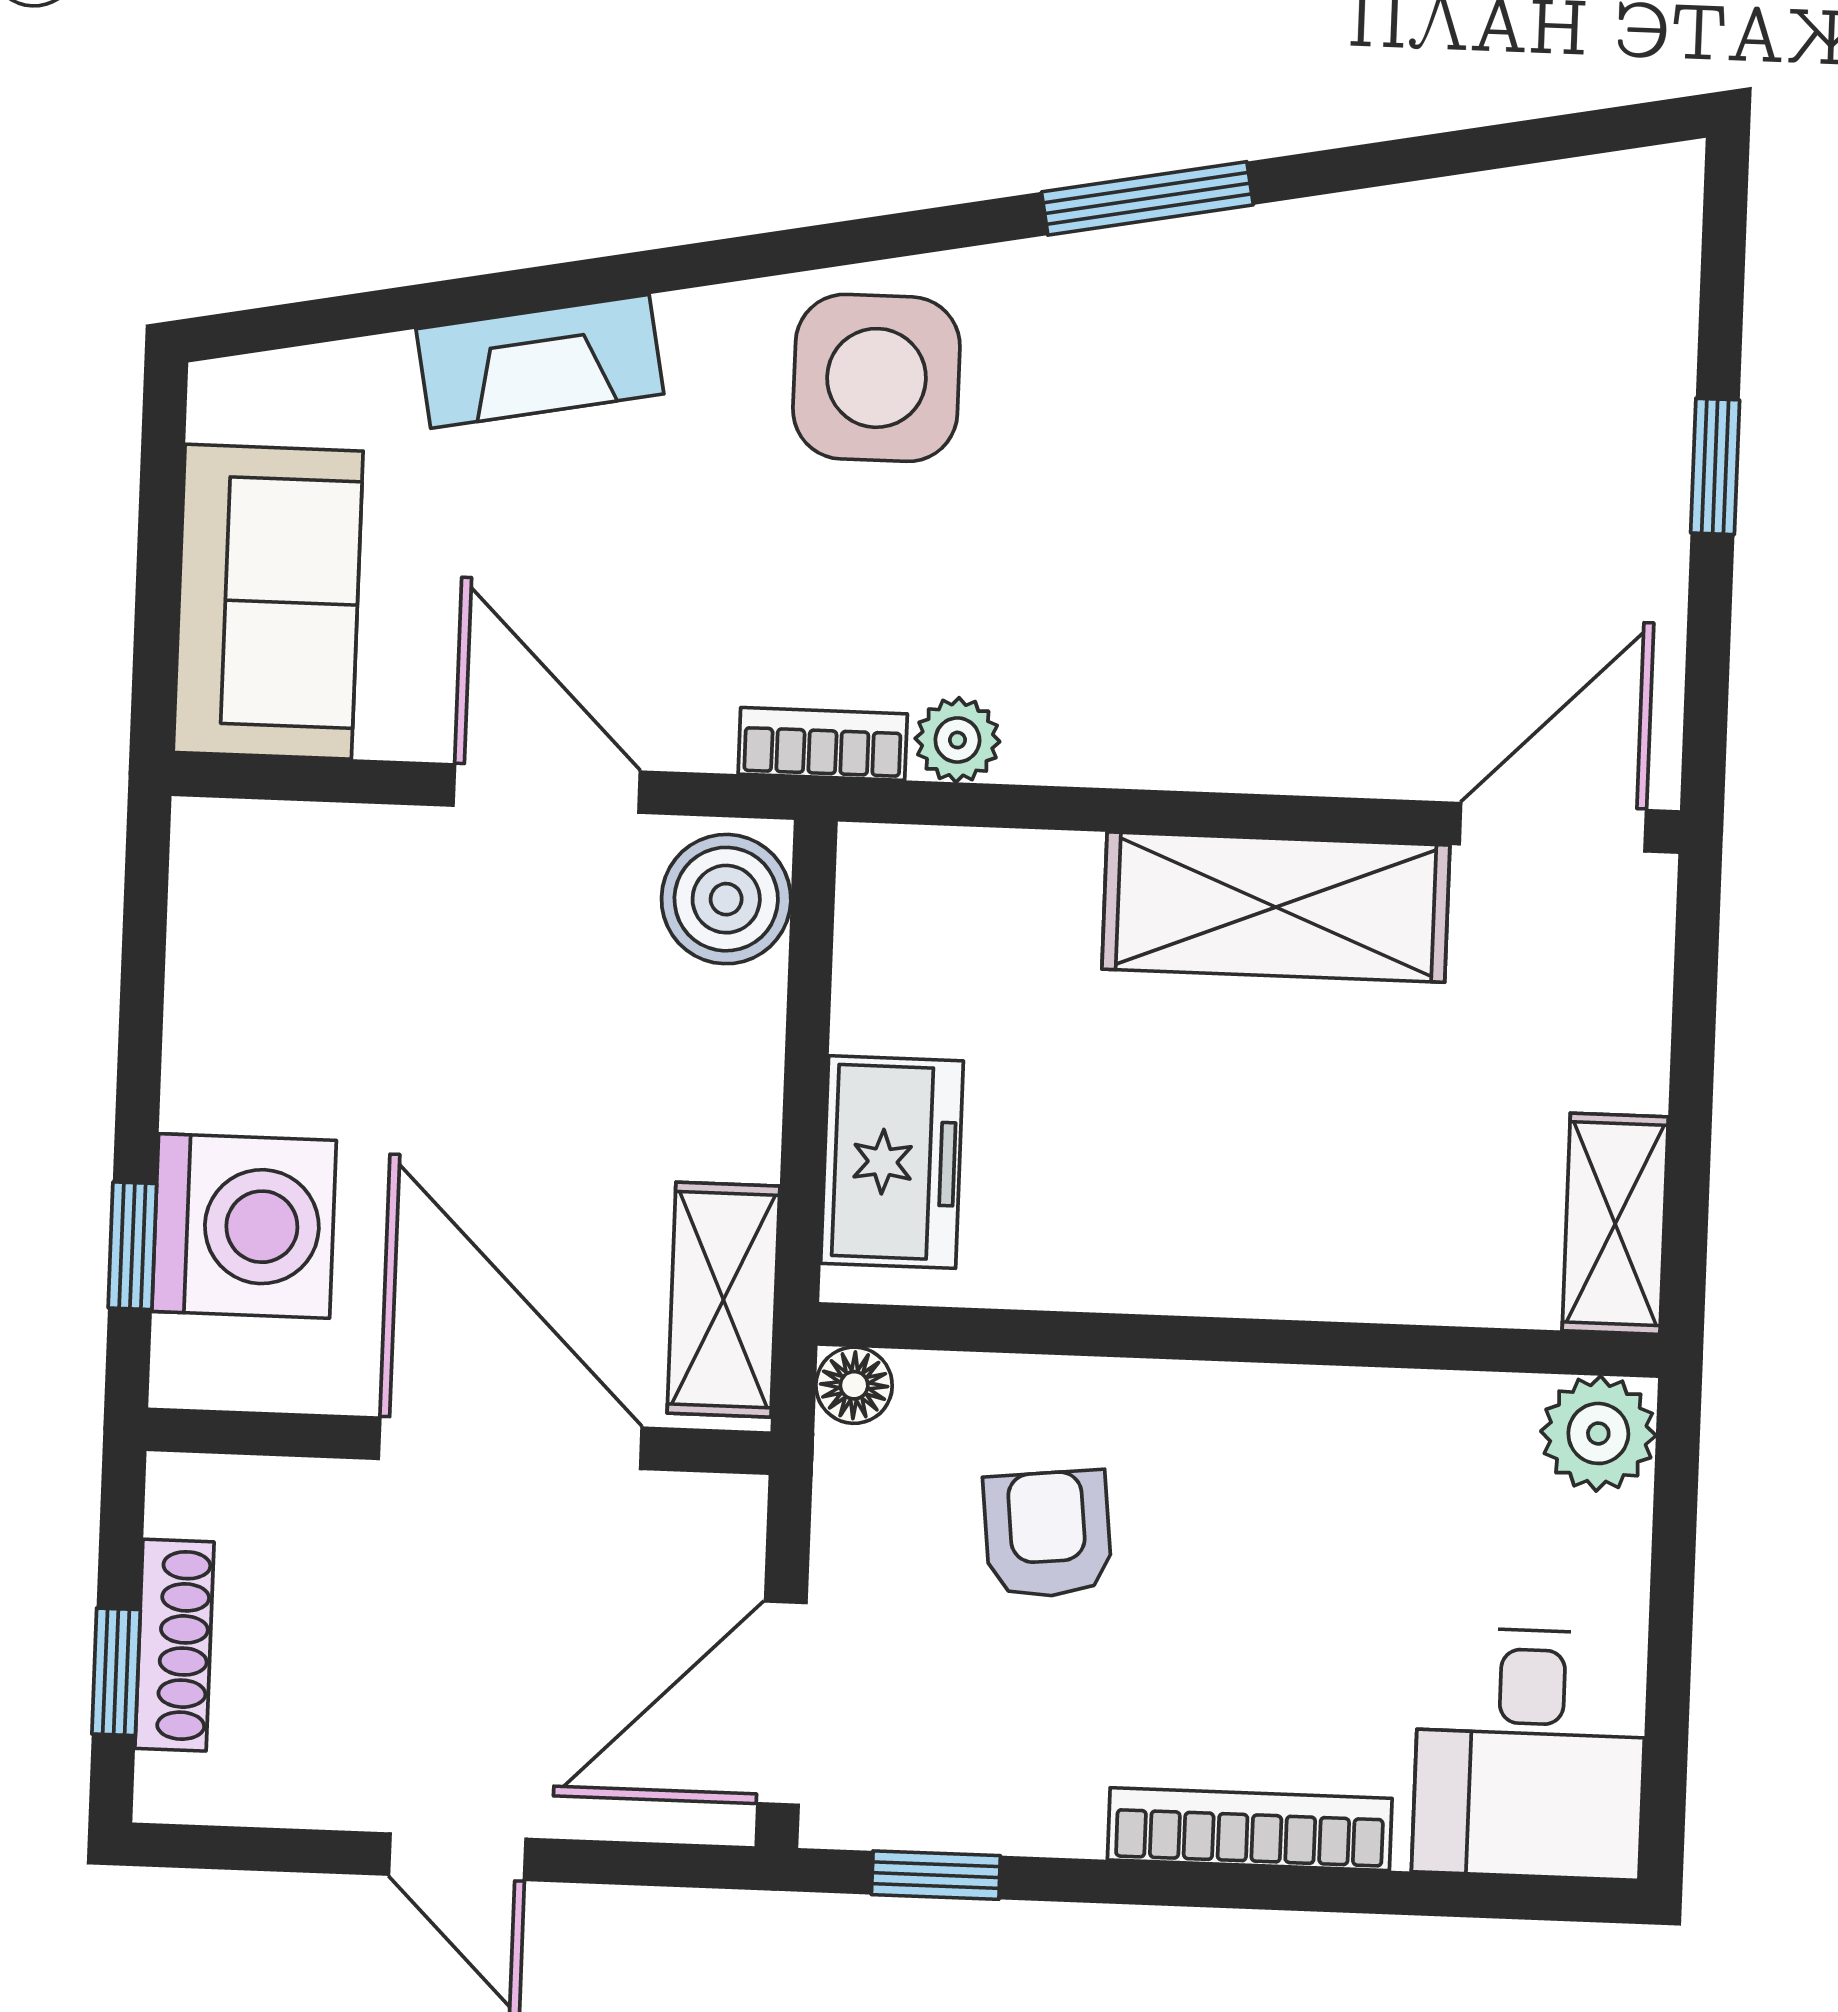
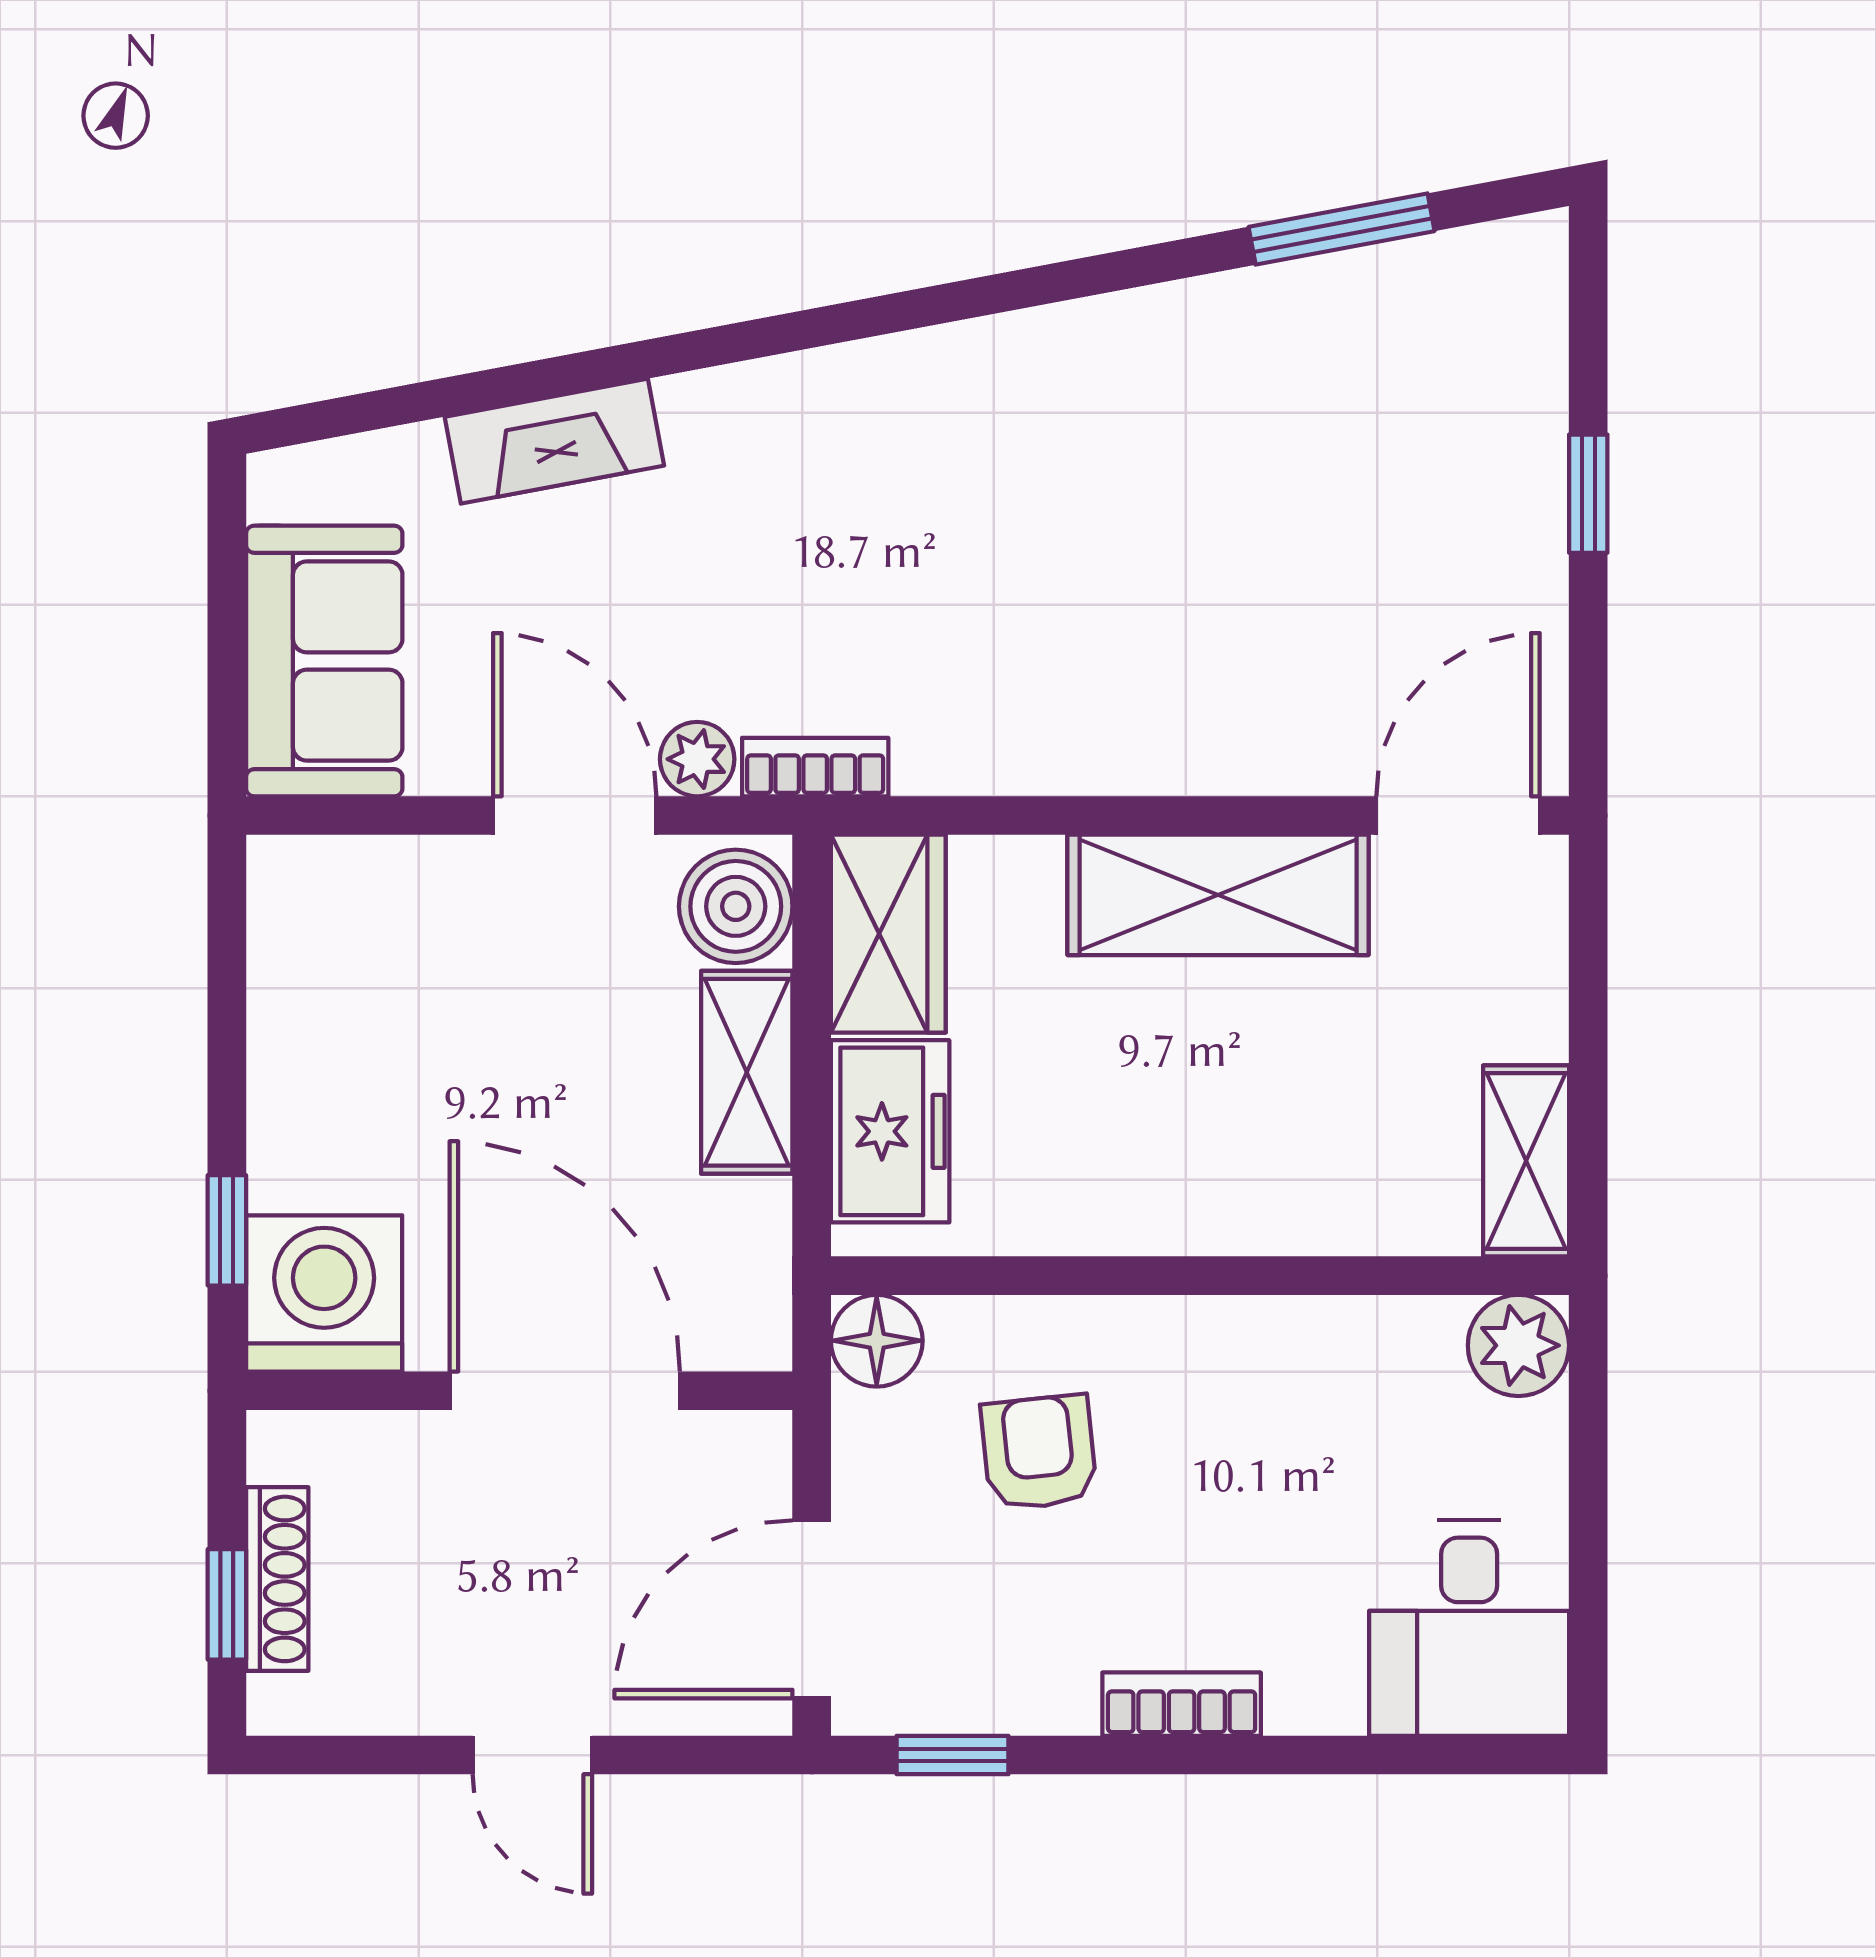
window: (1147, 198) -> (1342, 229), moved
side table: (876, 378) -> (850, 444), removed
plant: (957, 740) -> (697, 759), moved
wardrobe: (899, 937) -> (888, 934), added
washing machine: (244, 1226) -> (324, 1293), moved, turned -90
shelving: (723, 1300) -> (747, 1072), moved
floor lamp: (854, 1385) -> (877, 1341), width x1.37, depth x1.37
bookcase: (1250, 1829) -> (1182, 1704), width x0.64

